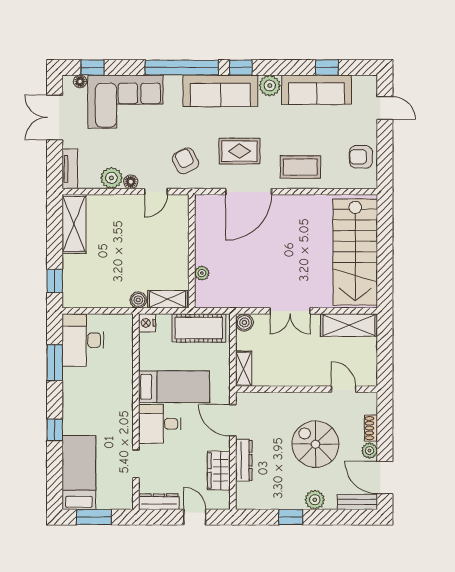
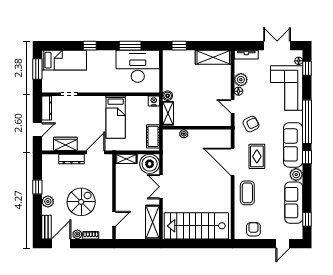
window: (327, 68) -> (307, 219), moved
boiler: (244, 322) -> (150, 164), width x1.86, depth x1.86
cot: (199, 328) -> (153, 136), width x0.73, depth x0.75
desk: (83, 340) -> (138, 66), width x1.36, depth x1.30
desk: (160, 424) -> (93, 109), removed

